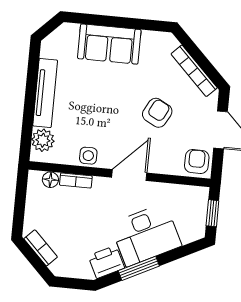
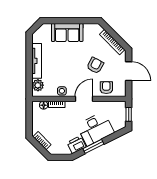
armchair: (197, 162) -> (106, 88), moved

